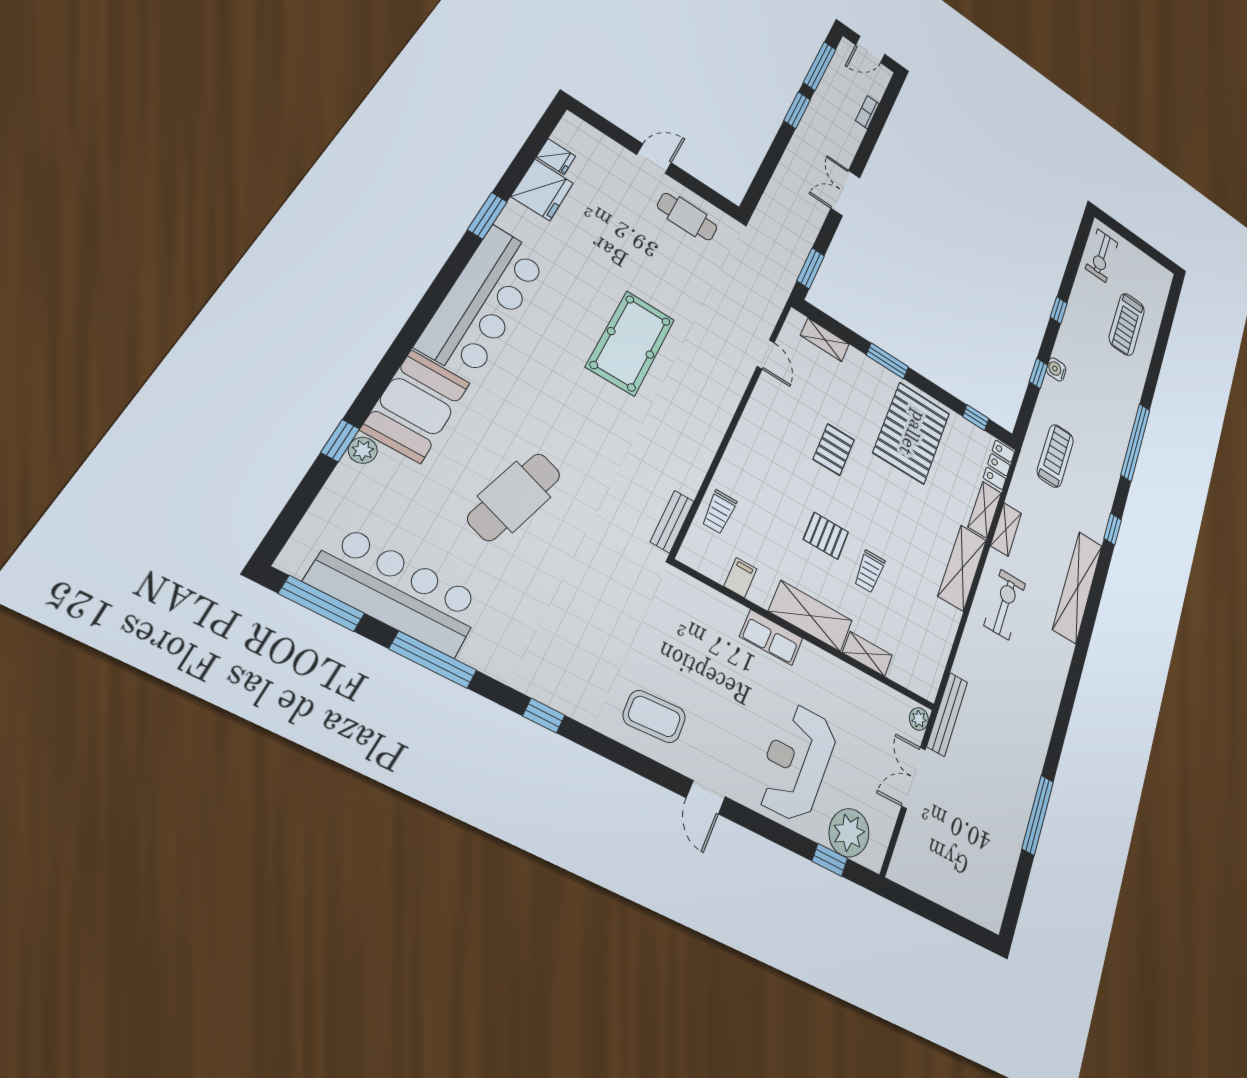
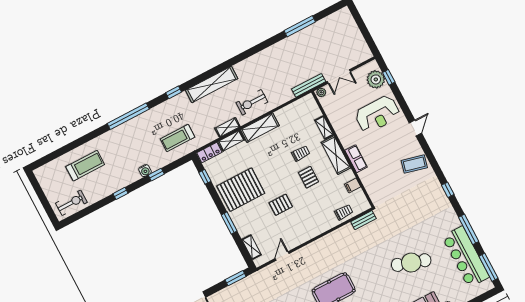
coffee table: (654, 716) -> (414, 164), turned -73

